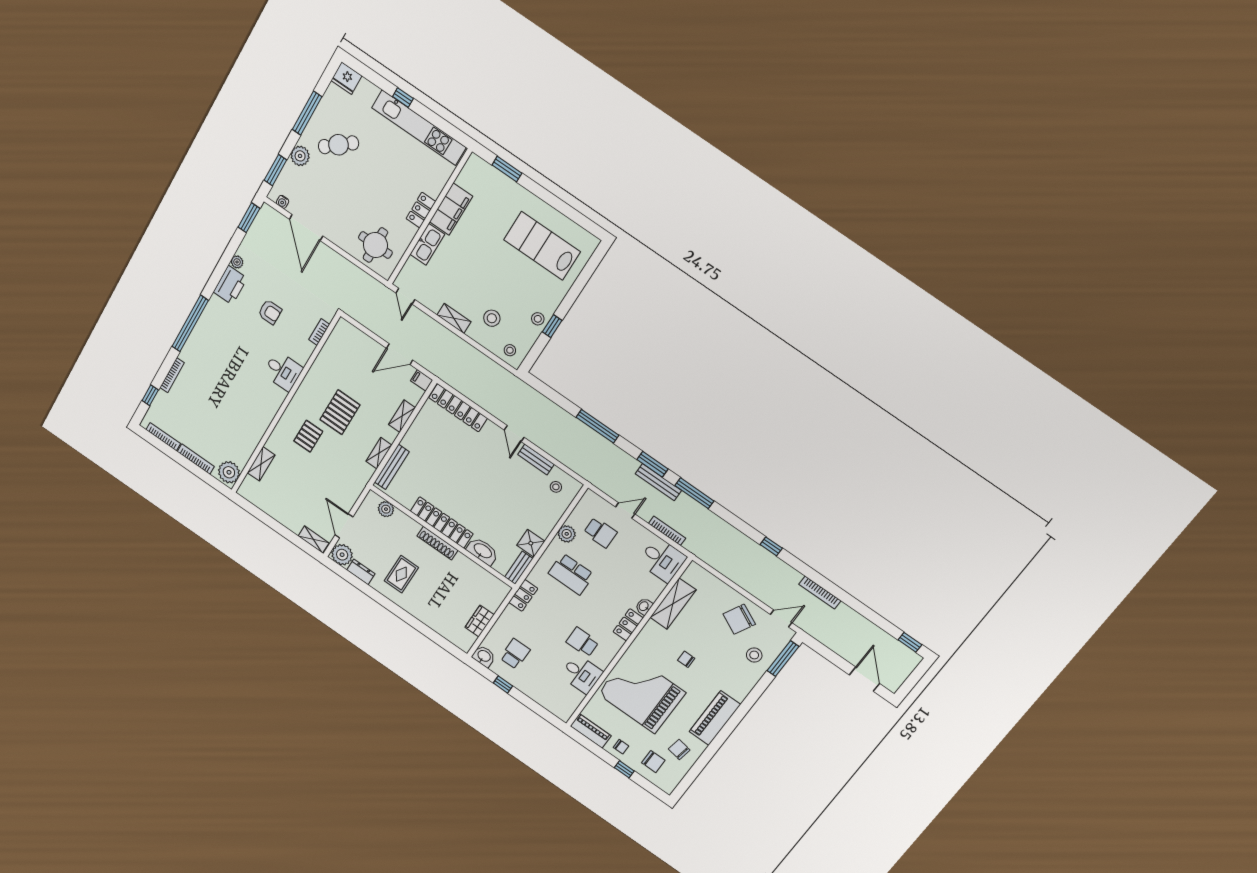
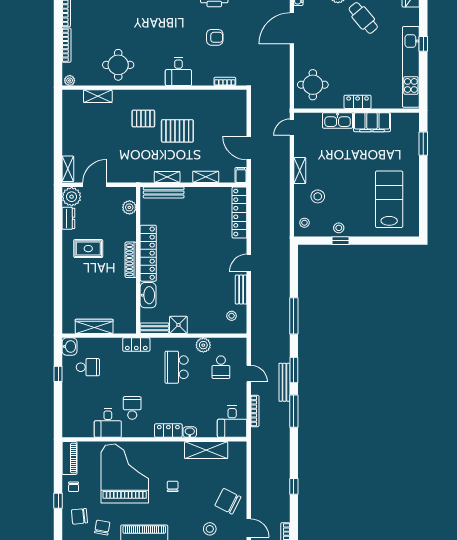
armchair: (270, 312) -> (215, 37), turned -90
round table: (242, 424) -> (118, 65), added
plant: (229, 472) -> (70, 80), width x0.53, depth x0.53
wardrobe: (480, 621) -> (94, 326), width x1.50
chair: (653, 762) -> (79, 516), turned 84

